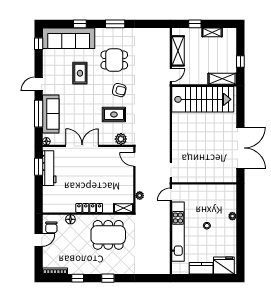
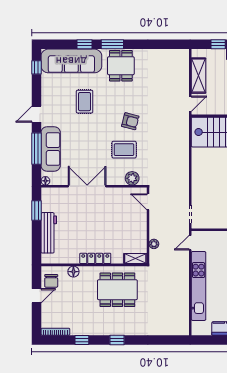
window: (115, 24) -> (112, 44), moved
dining table: (114, 60) -> (121, 66), moved, turned 90
workbench: (49, 168) -> (49, 233), moved

